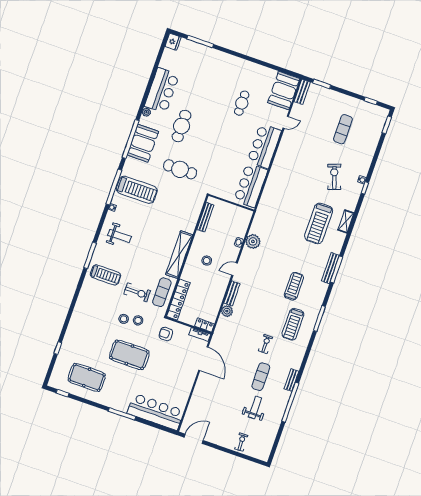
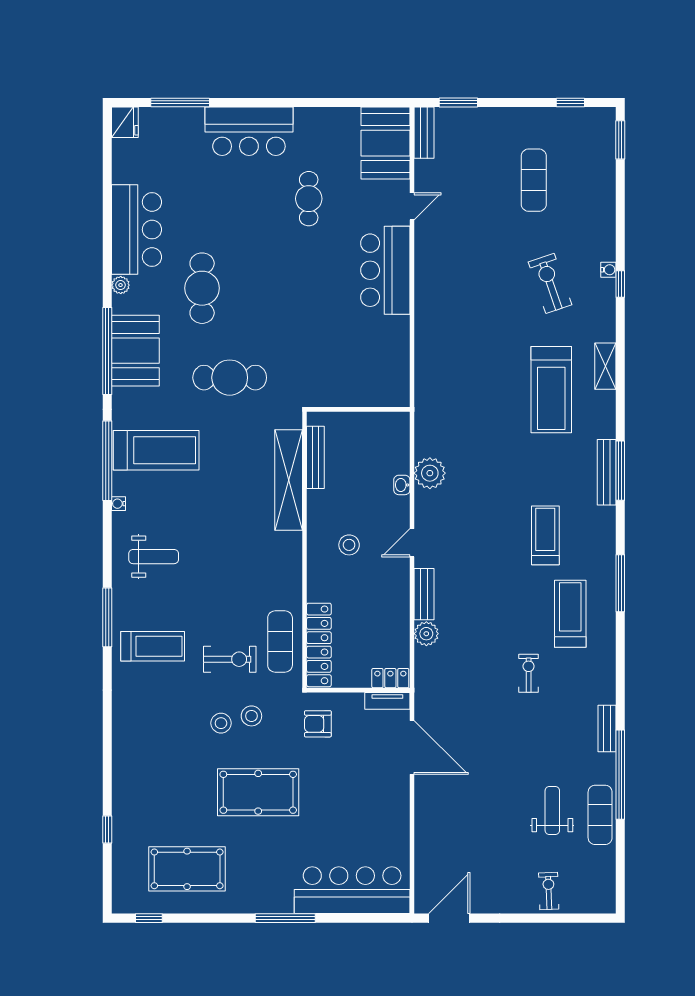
bar counter: (251, 185) -> (249, 131), moved, turned -90
shelving: (179, 255) -> (289, 480), moved
treadmill: (293, 324) -> (570, 614), turned 180
exercise mat: (261, 377) -> (600, 815), moved

